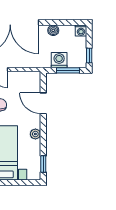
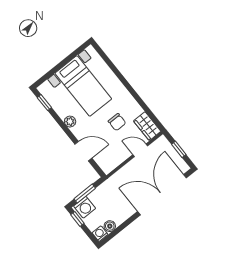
boiler: (53, 30) -> (110, 226), moved
washing machine: (59, 60) -> (85, 207), moved

